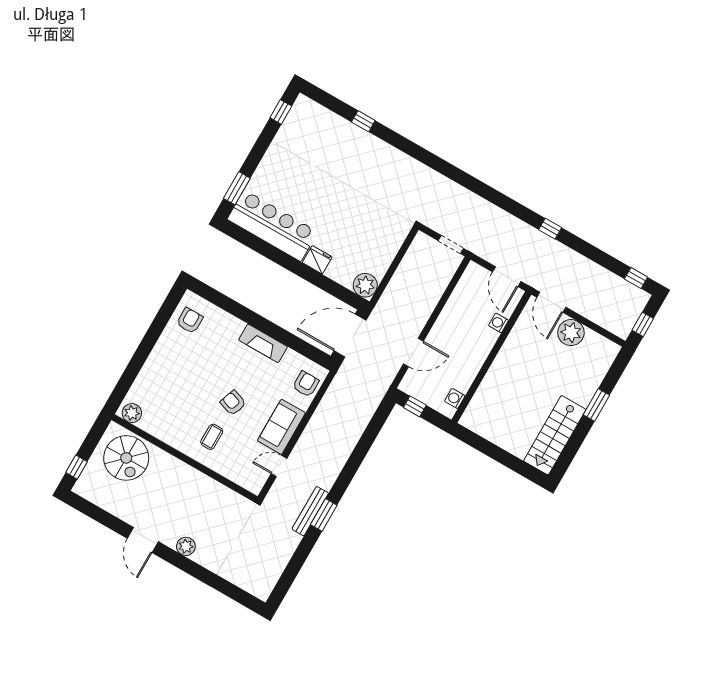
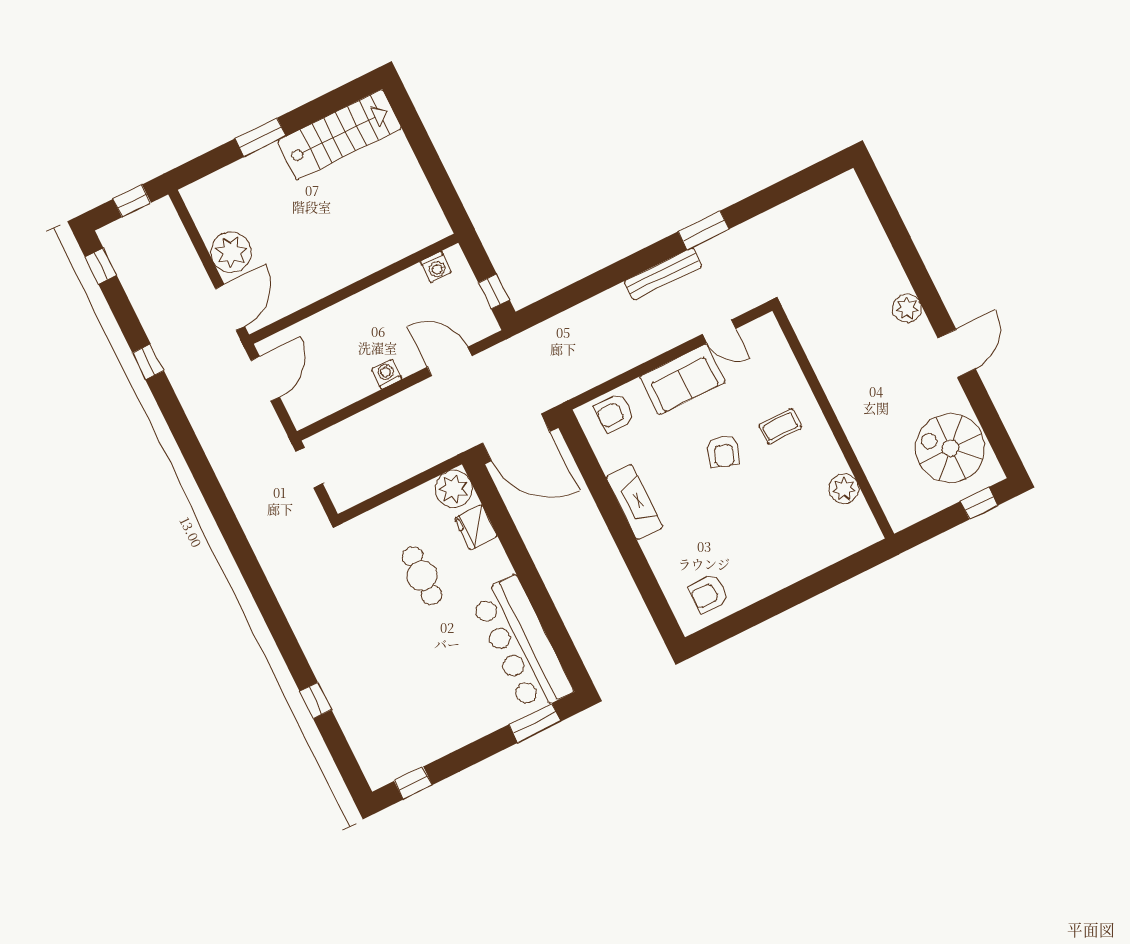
cafe table: (351, 227) -> (422, 576), added
window: (550, 229) -> (148, 362), moved
fridge: (317, 260) -> (476, 527), moved
washing machine: (499, 323) -> (387, 374), moved, turned 180
plant: (132, 413) -> (844, 489), moved
spiral stairs: (126, 458) -> (950, 448), moved, turned -90
bench: (310, 511) -> (663, 274), moved

